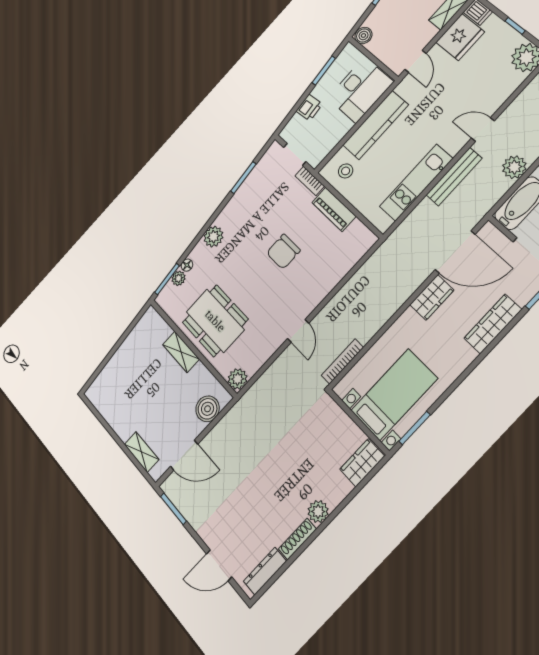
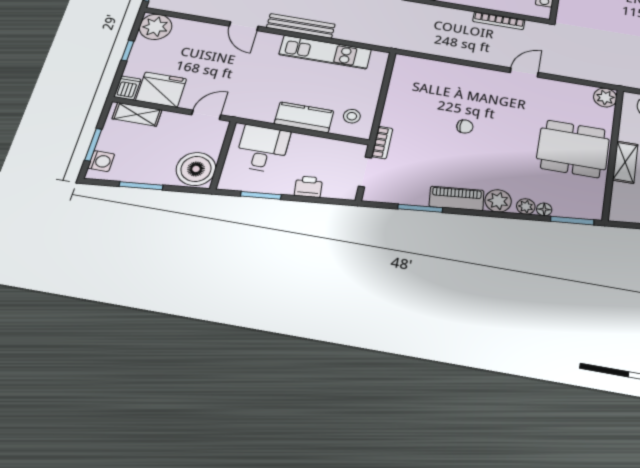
boiler: (363, 35) -> (196, 169), width x1.86, depth x1.86
desk: (360, 90) -> (262, 149), width x0.73
kitchen counter: (376, 125) -> (304, 117), width x0.67
piano: (334, 209) -> (457, 198), moved, turned -96
chair: (283, 252) -> (465, 126), width x0.54, depth x0.54
plant: (178, 278) -> (526, 206), moved
dining table: (215, 321) -> (573, 149), turned 90
bookcase: (342, 361) -> (499, 21), moved

